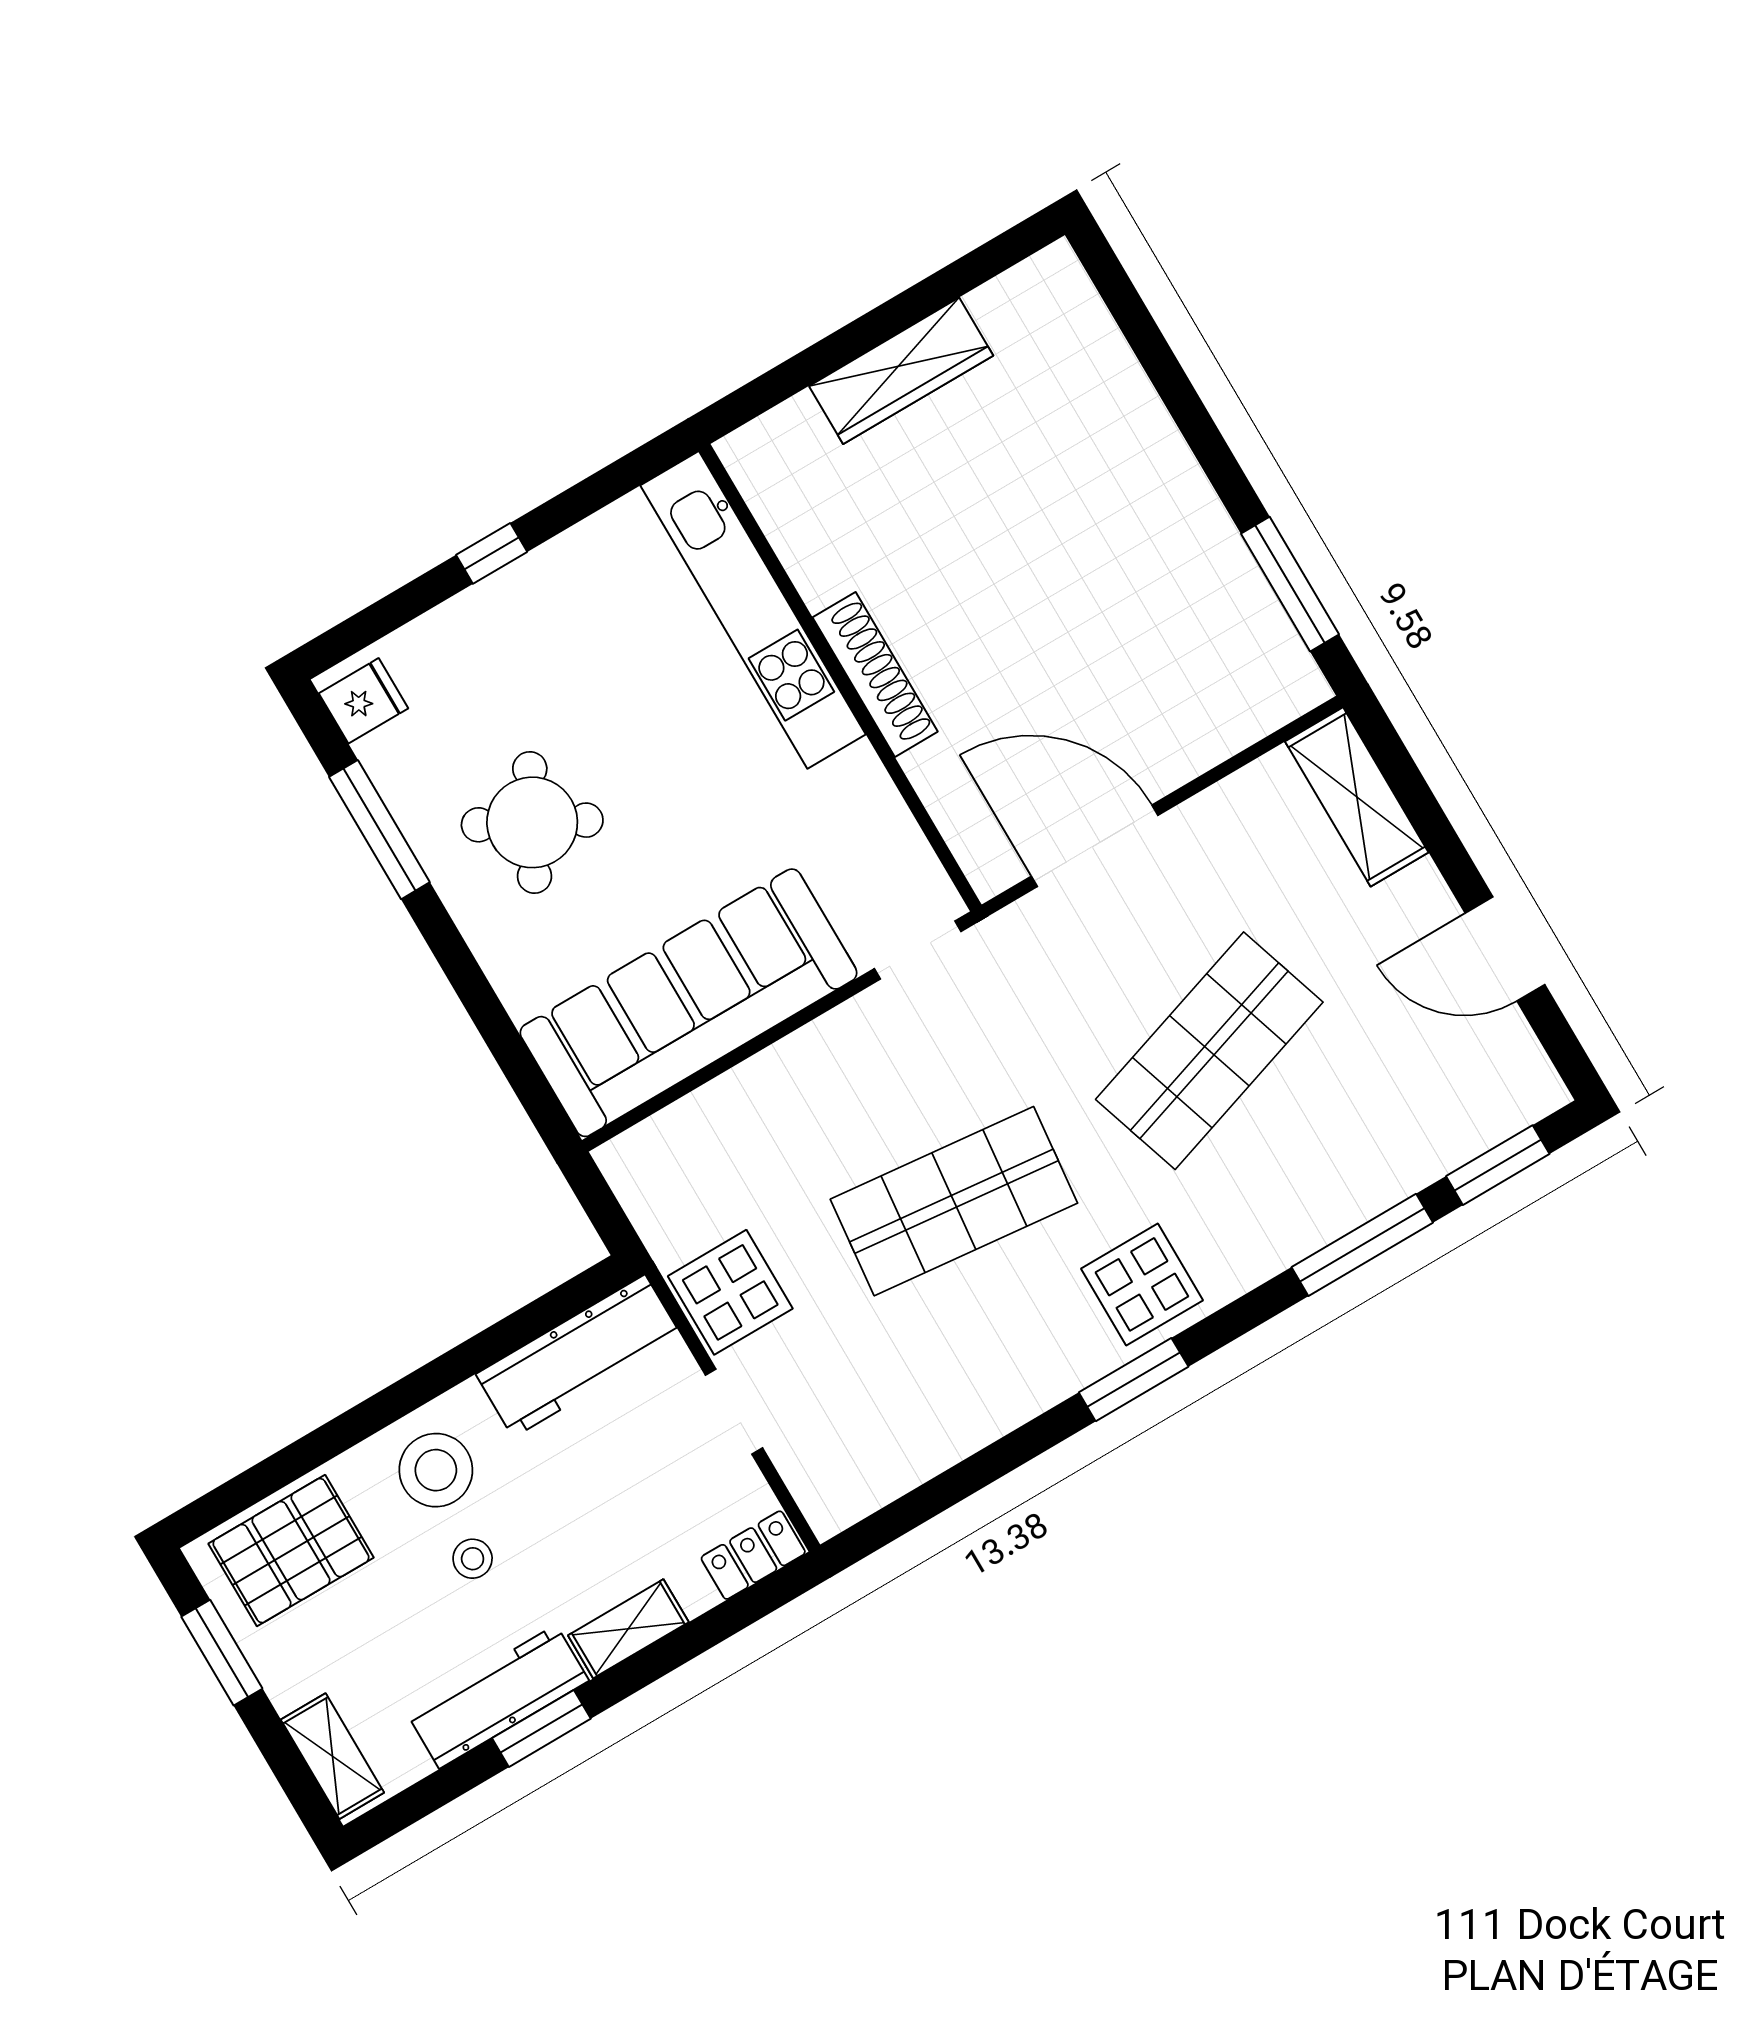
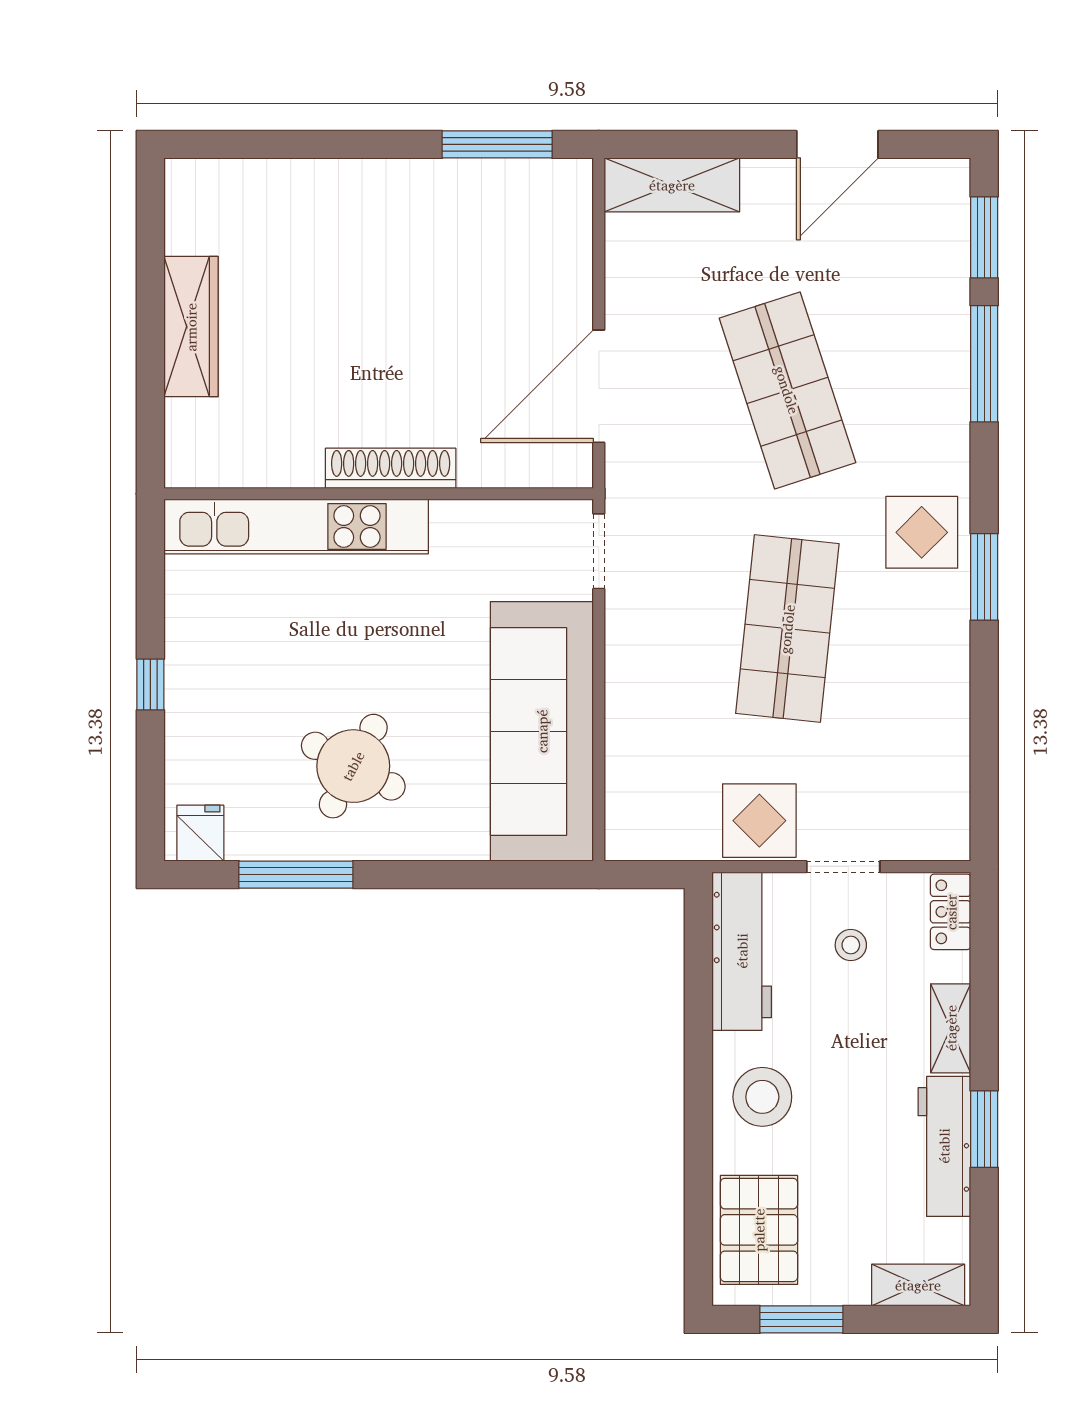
stool: (473, 1559) -> (851, 945), moved

